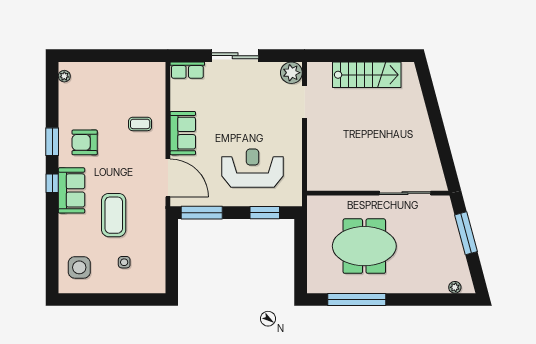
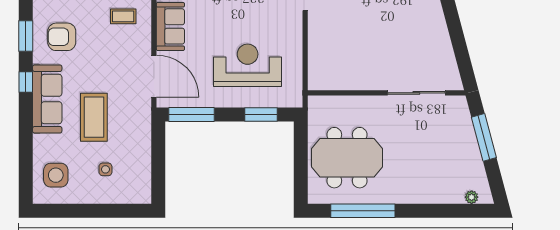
sofa: (72, 190) -> (47, 99), width x1.36
meeting table: (364, 246) -> (347, 158), moved

